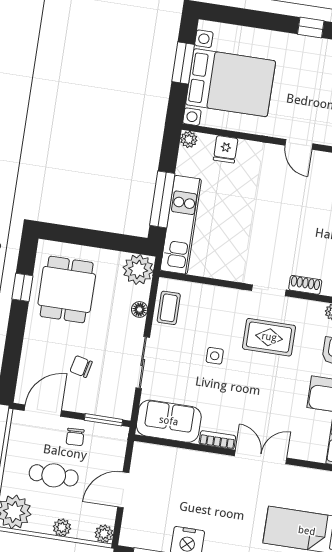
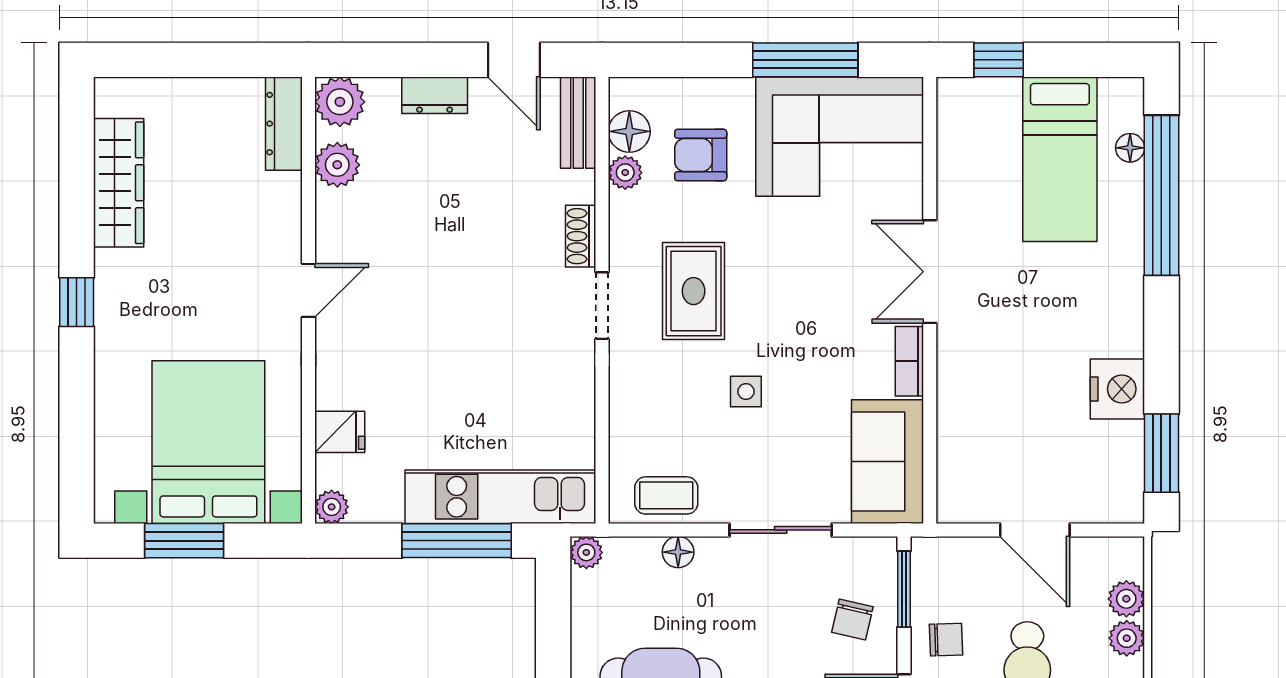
plant: (138, 269) -> (586, 552), width x0.53, depth x0.53
chair: (81, 367) -> (852, 620), moved
plant: (104, 534) -> (1126, 599), moved

